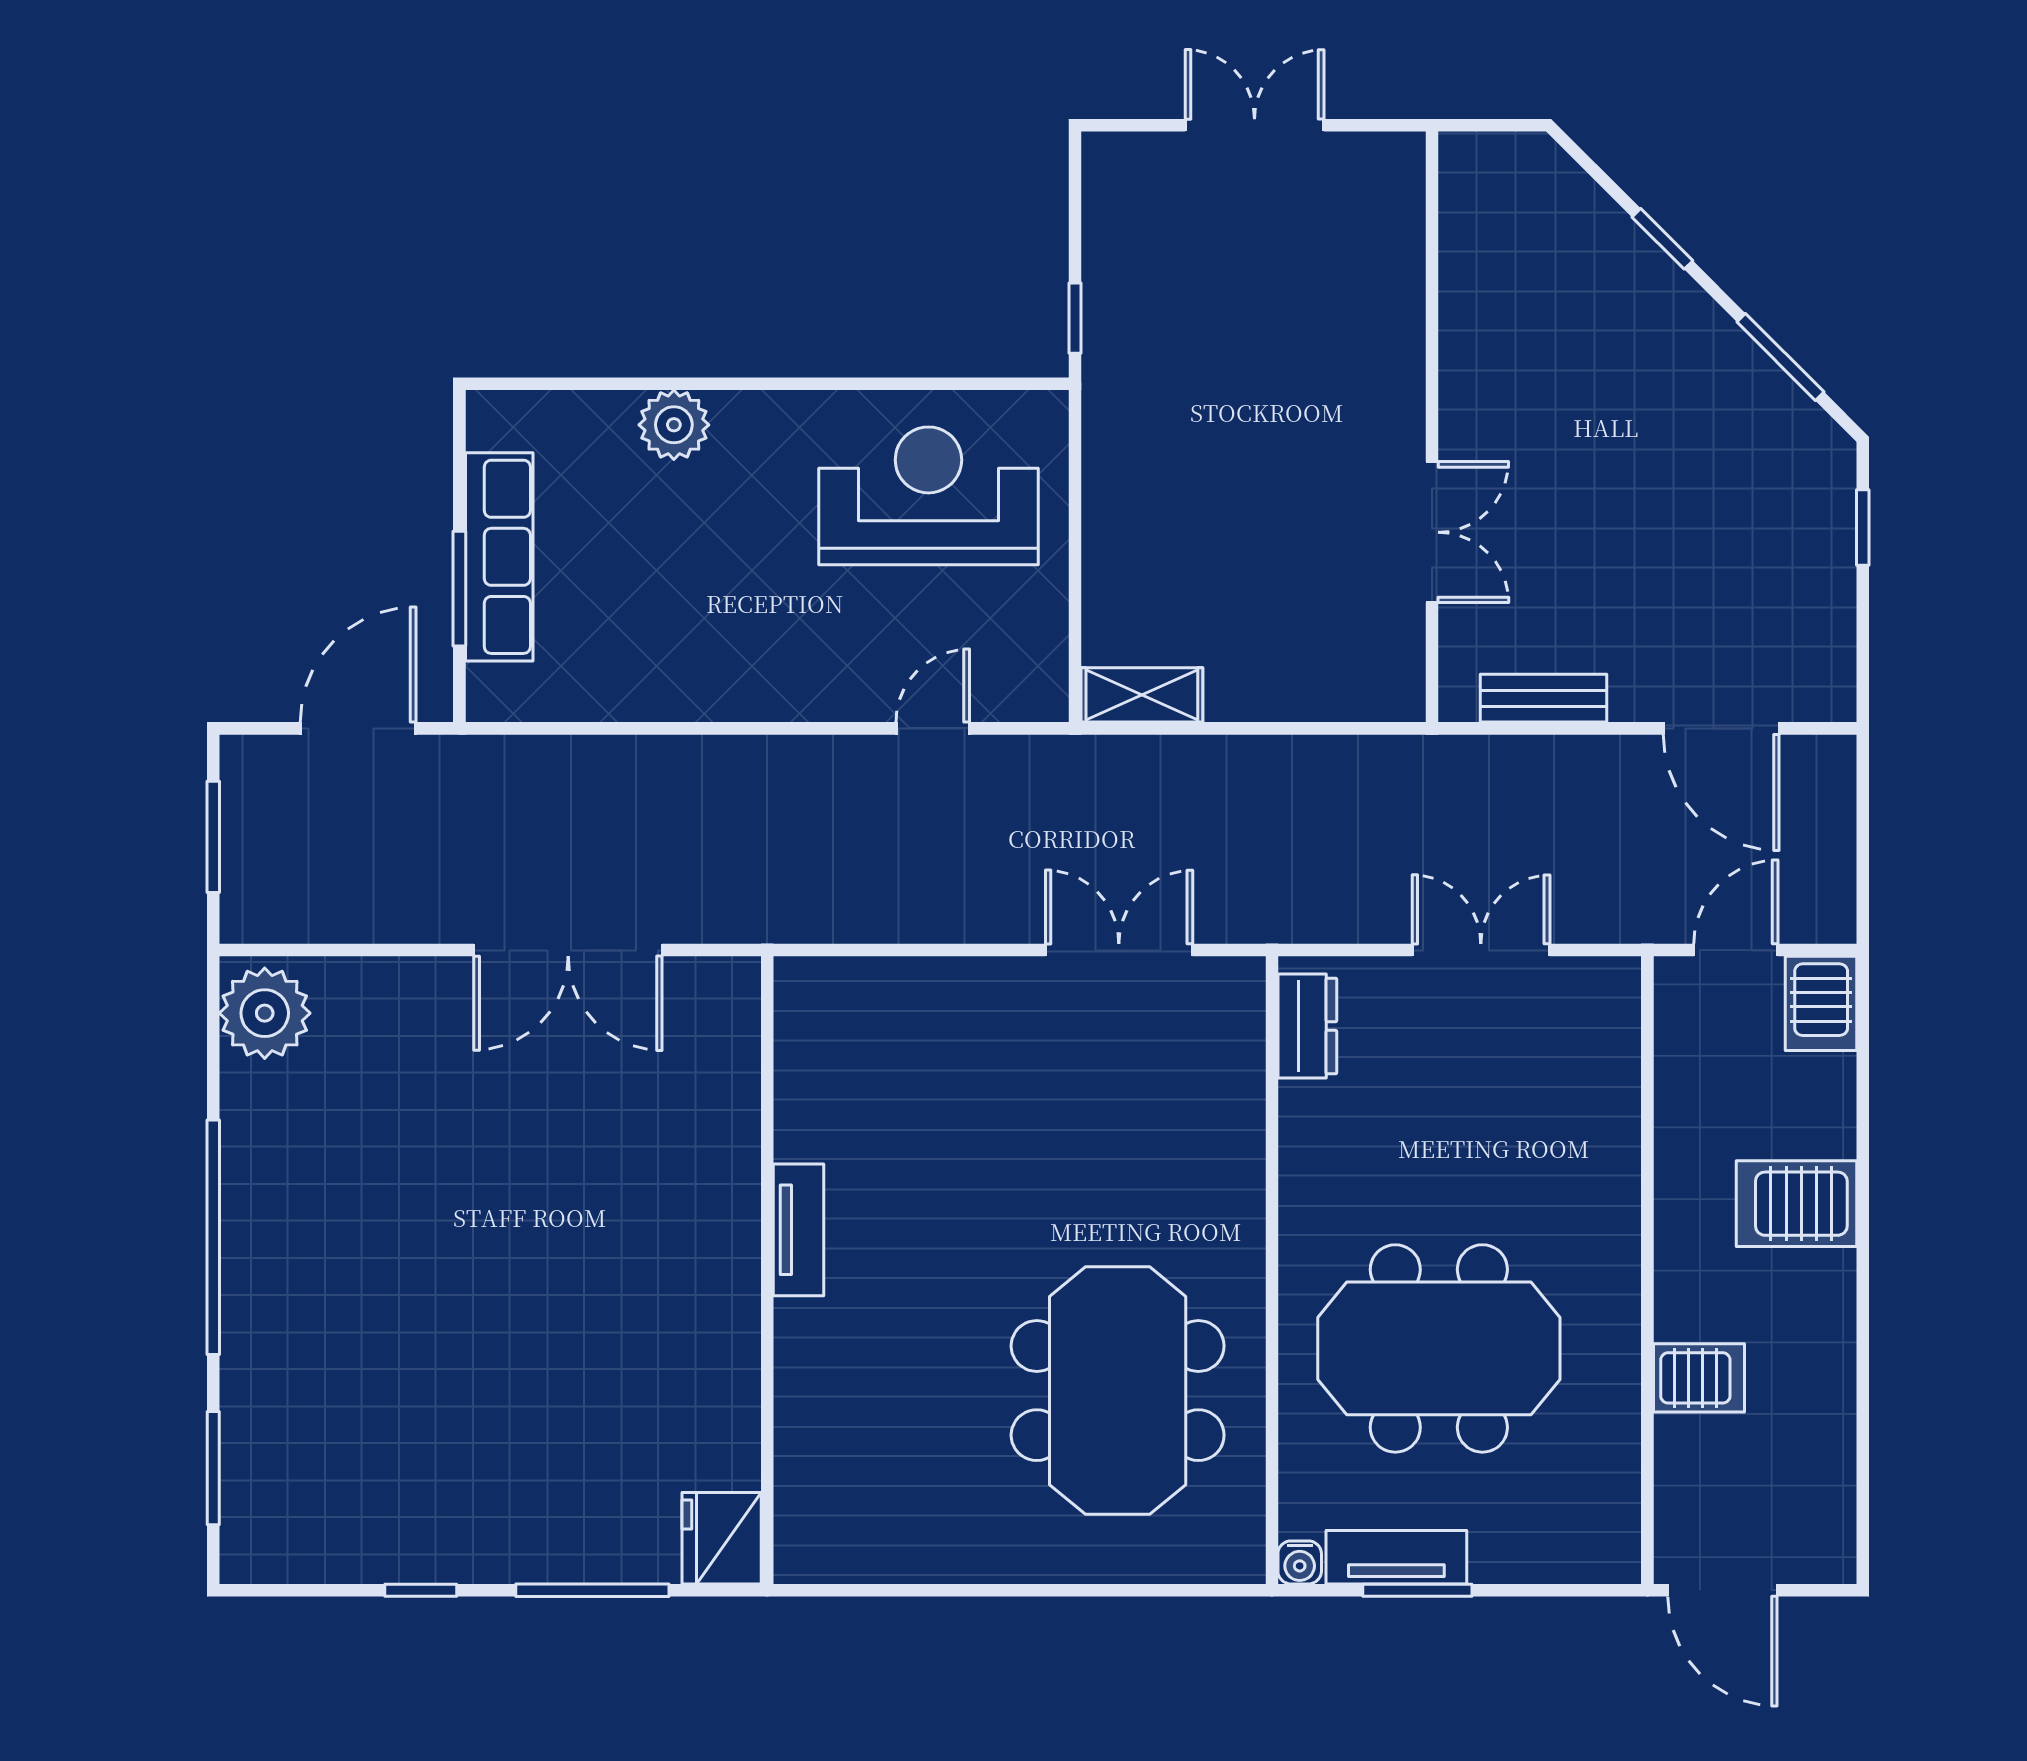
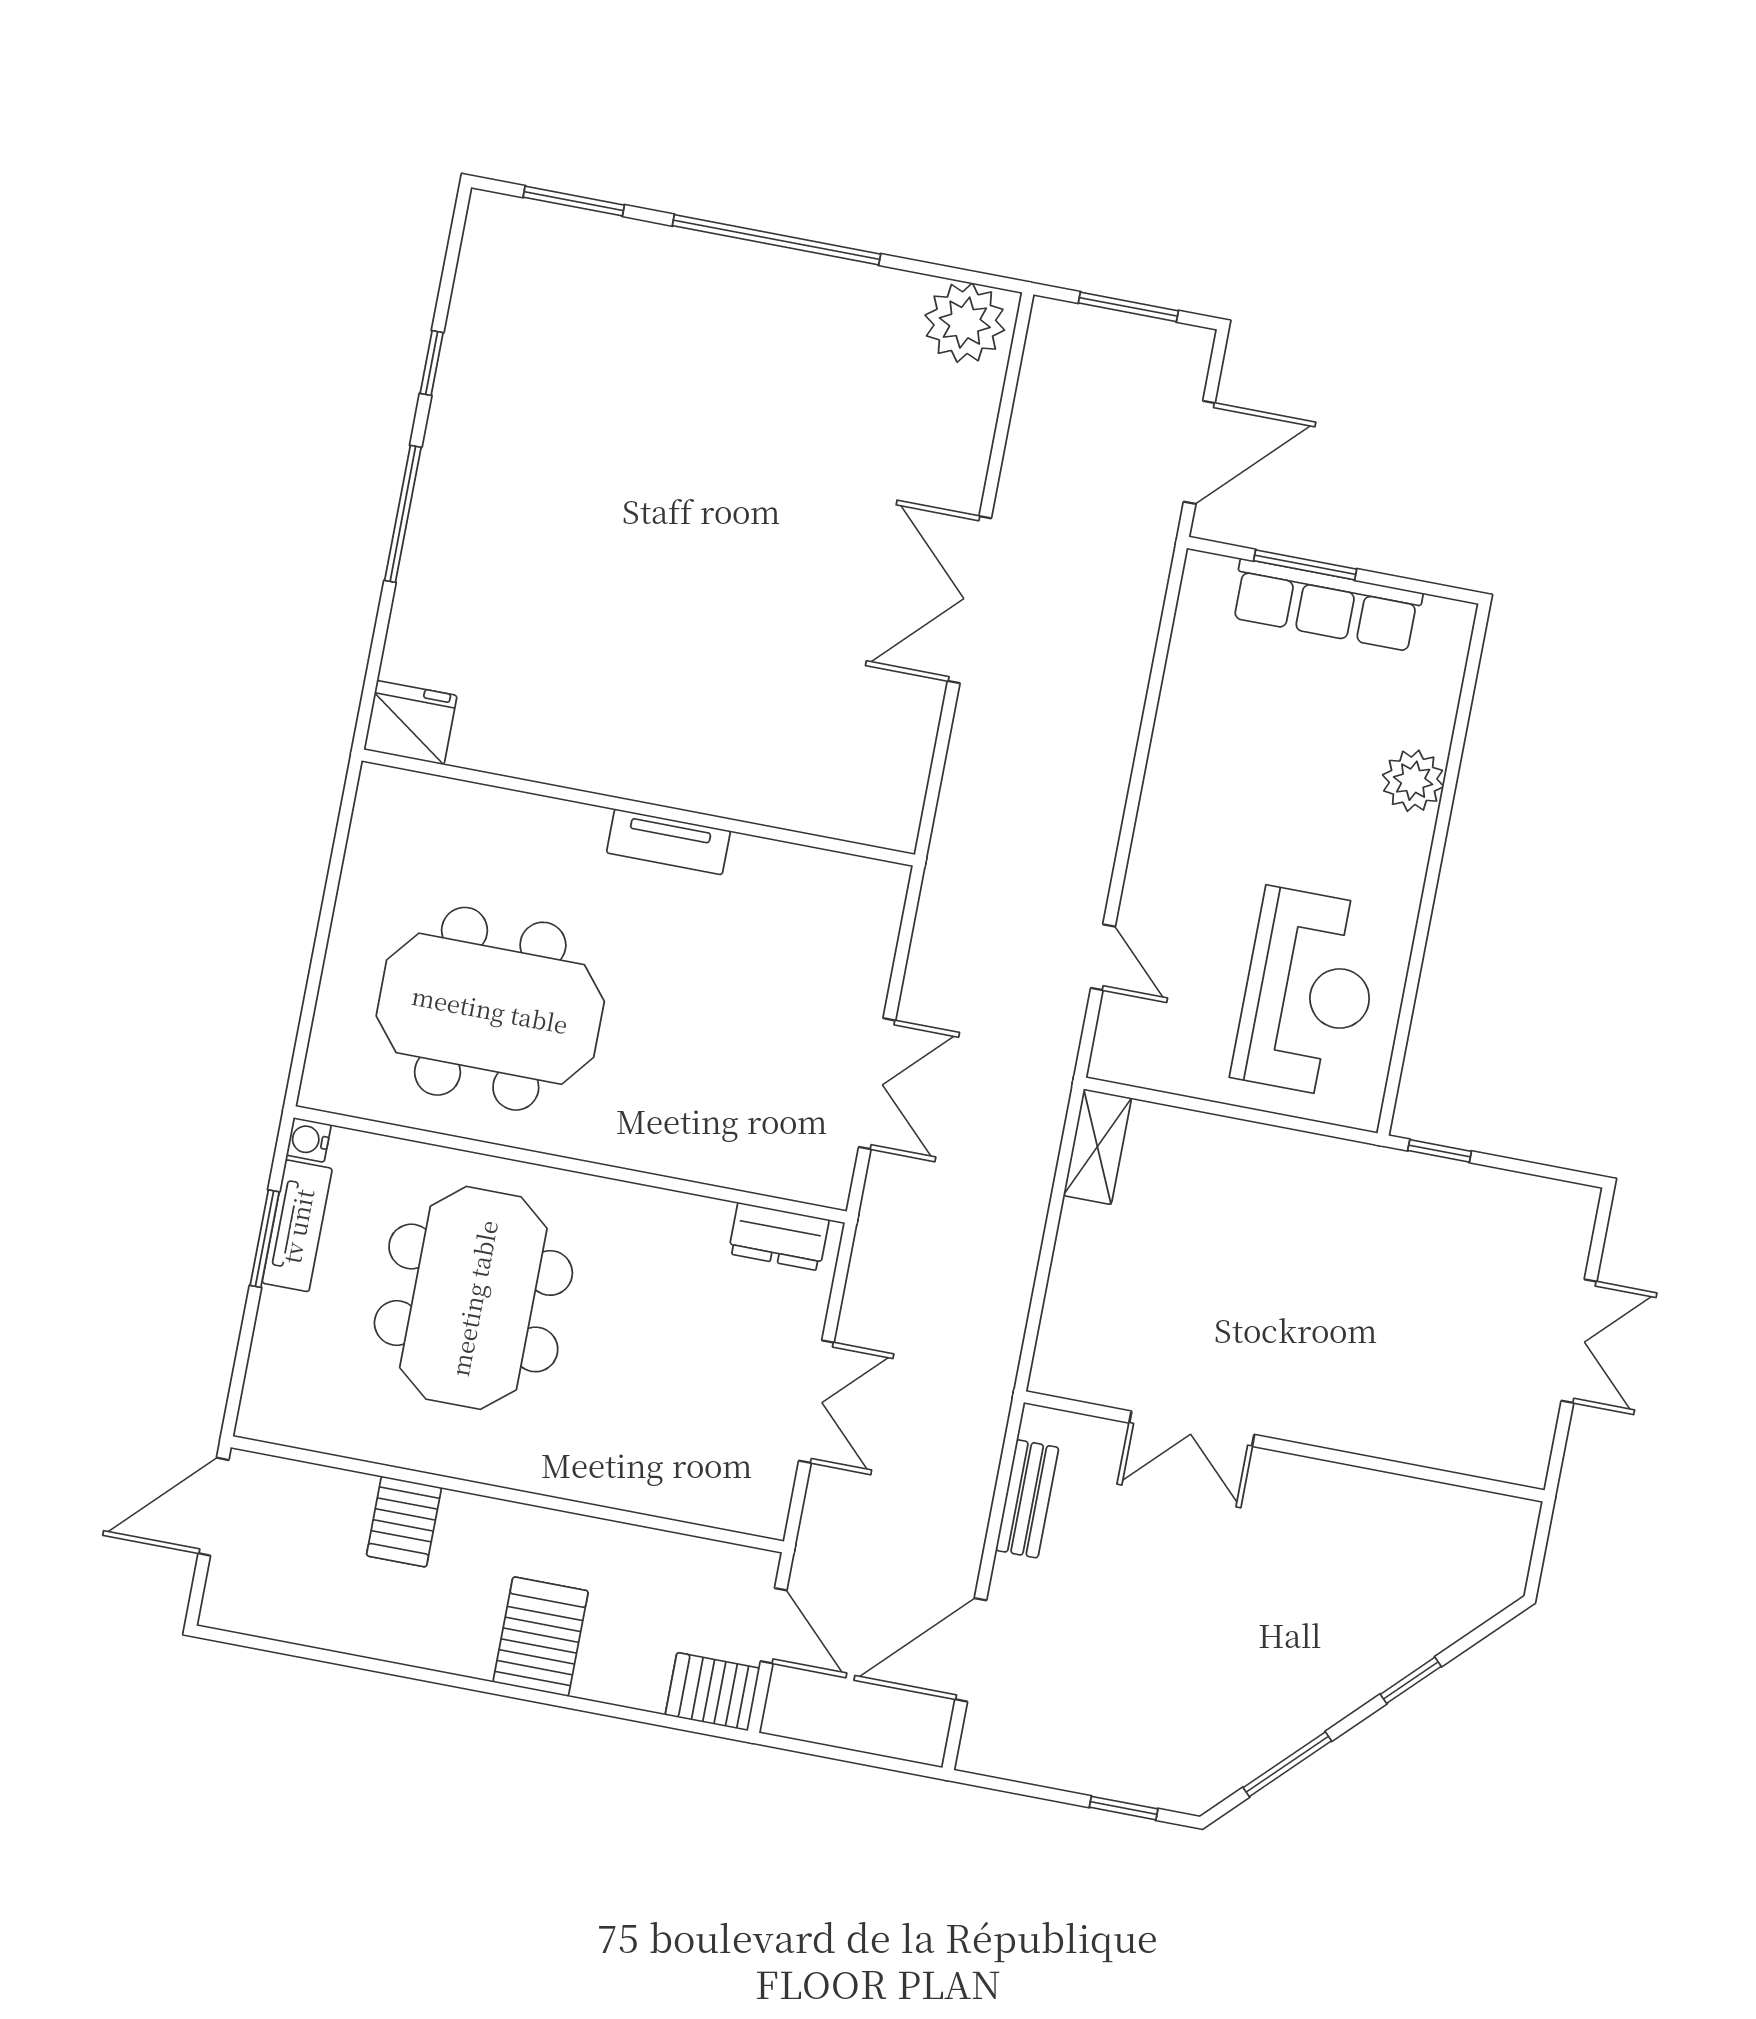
door: (358, 728) -> (1199, 452), hinge flipped
tv unit: (798, 1230) -> (668, 842), moved
wall: (767, 1270) -> (638, 808), moved
fridge: (722, 1538) -> (410, 723), moved

